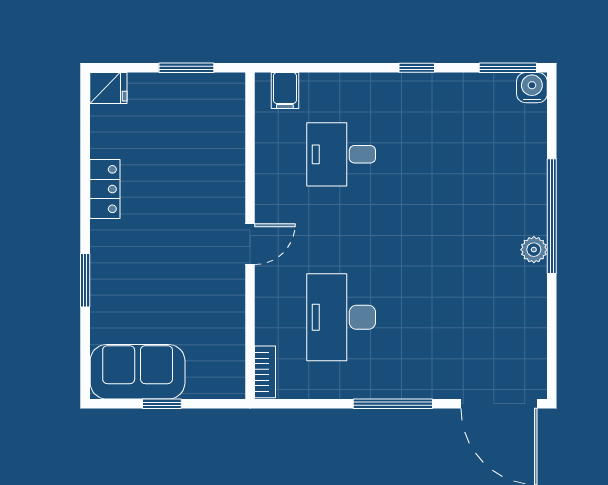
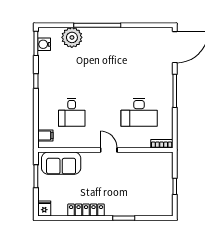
water cooler: (532, 88) -> (44, 44), moved
locker: (105, 189) -> (86, 210), width x1.53
plant: (534, 250) -> (72, 37), moved, width x1.88, depth x1.88
sofa: (138, 372) -> (61, 163), moved, turned -90

